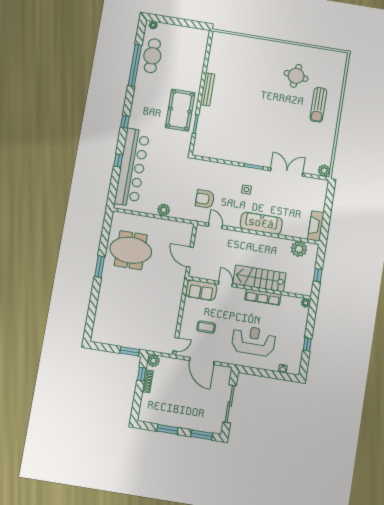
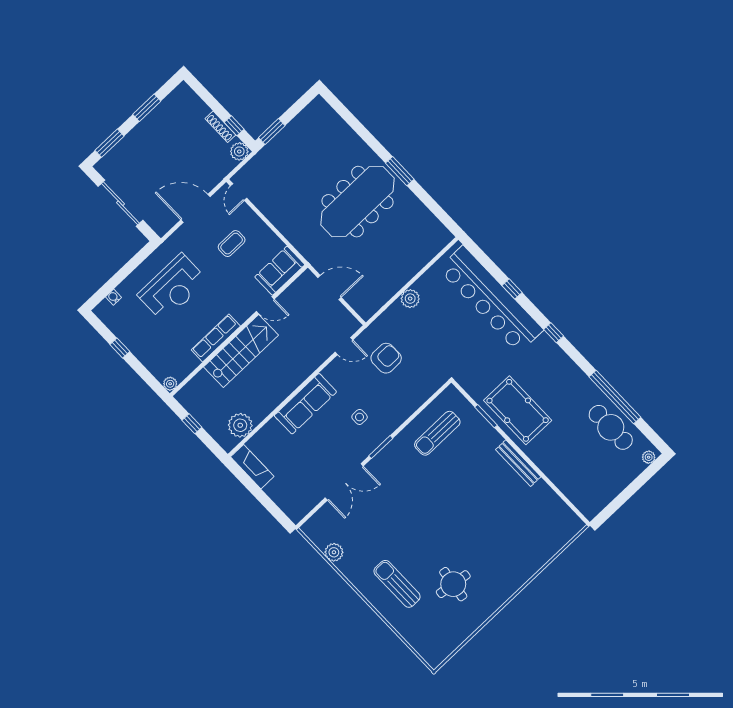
sun lounger: (224, 143) -> (437, 433), added
plant: (324, 171) -> (334, 552), moved
meeting table: (131, 250) -> (358, 202), moved, width x1.36

